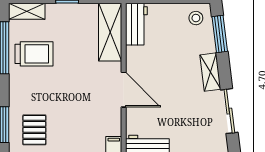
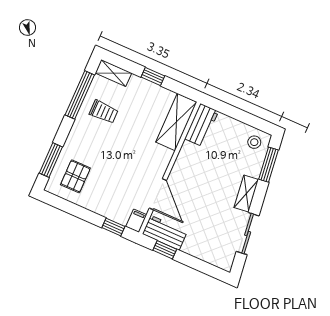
trolley: (34, 54) -> (104, 112), width x0.73, depth x0.72
door: (124, 90) -> (158, 194), moved

